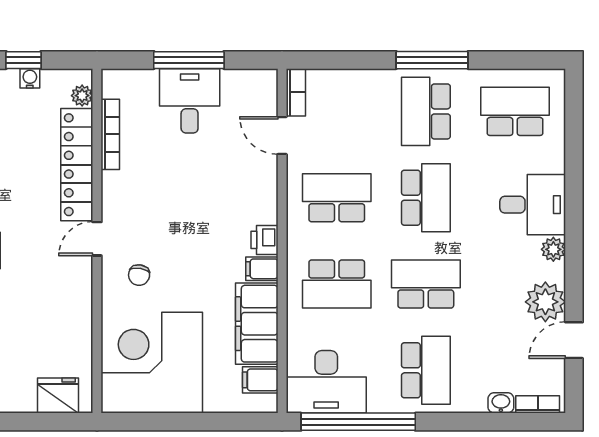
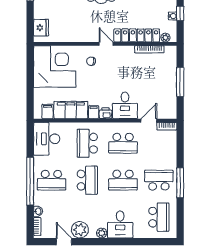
desk: (190, 101) -> (125, 105), moved, turned 90
school desk: (337, 198) -> (123, 143), turned 90
window: (358, 422) -> (30, 181), moved

